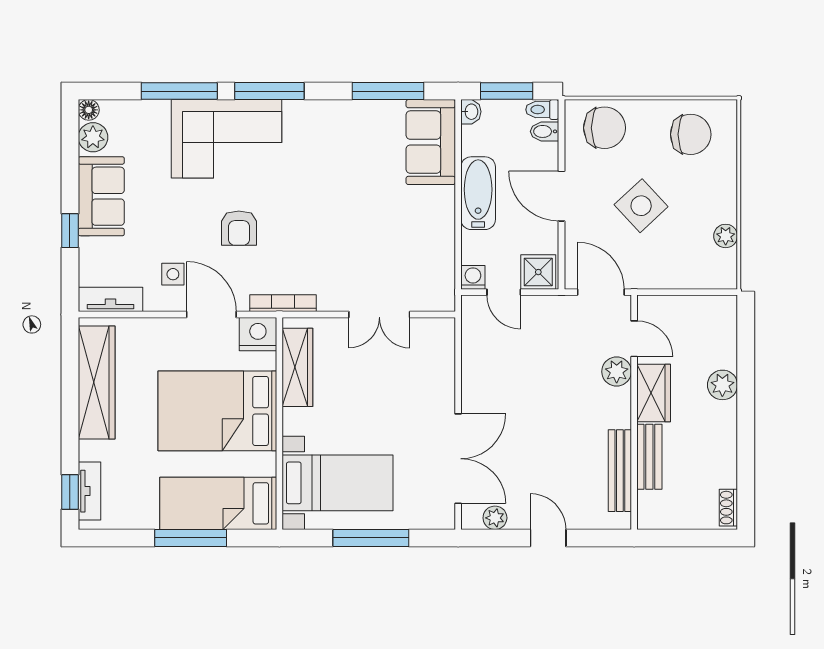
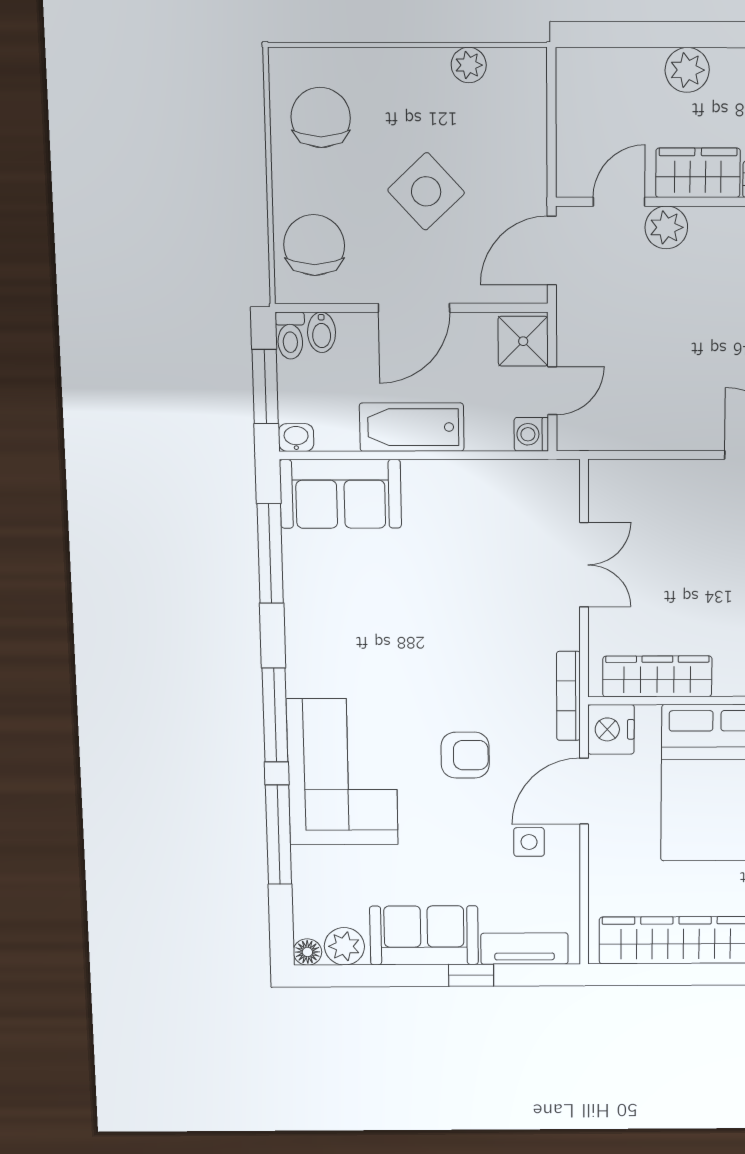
tv unit: (110, 299) -> (524, 949), moved, turned 90

